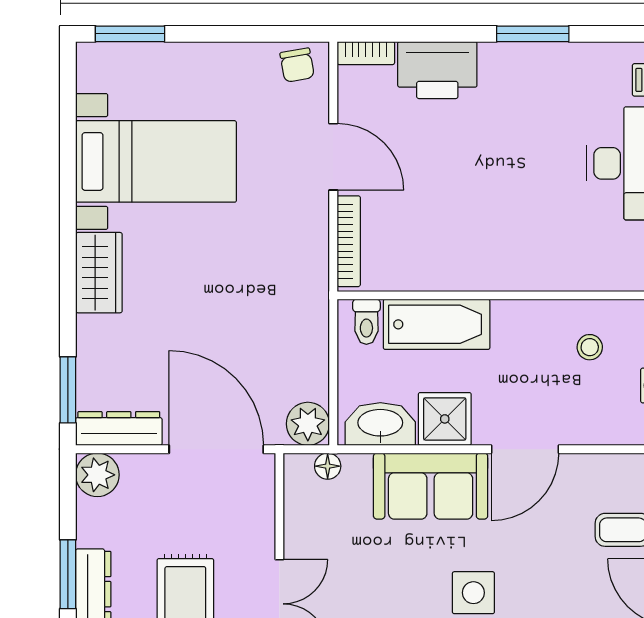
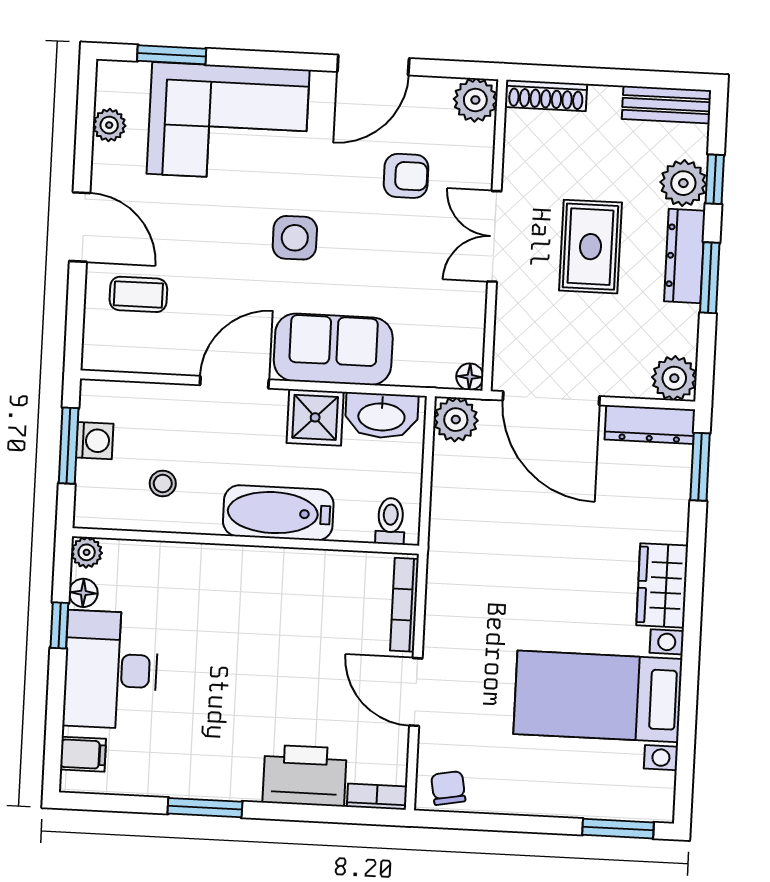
bathtub: (437, 324) -> (278, 513), moved
floor lamp: (328, 466) -> (470, 377), moved

